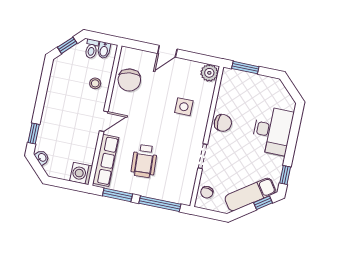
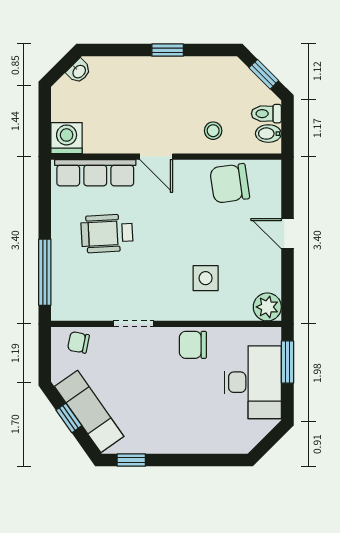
chair: (223, 123) -> (193, 345), turned 90
desk: (272, 131) -> (253, 382), moved, turned -90
window: (34, 134) -> (168, 50), moved
window: (117, 195) -> (45, 202), removed
window: (263, 203) -> (69, 418), moved

